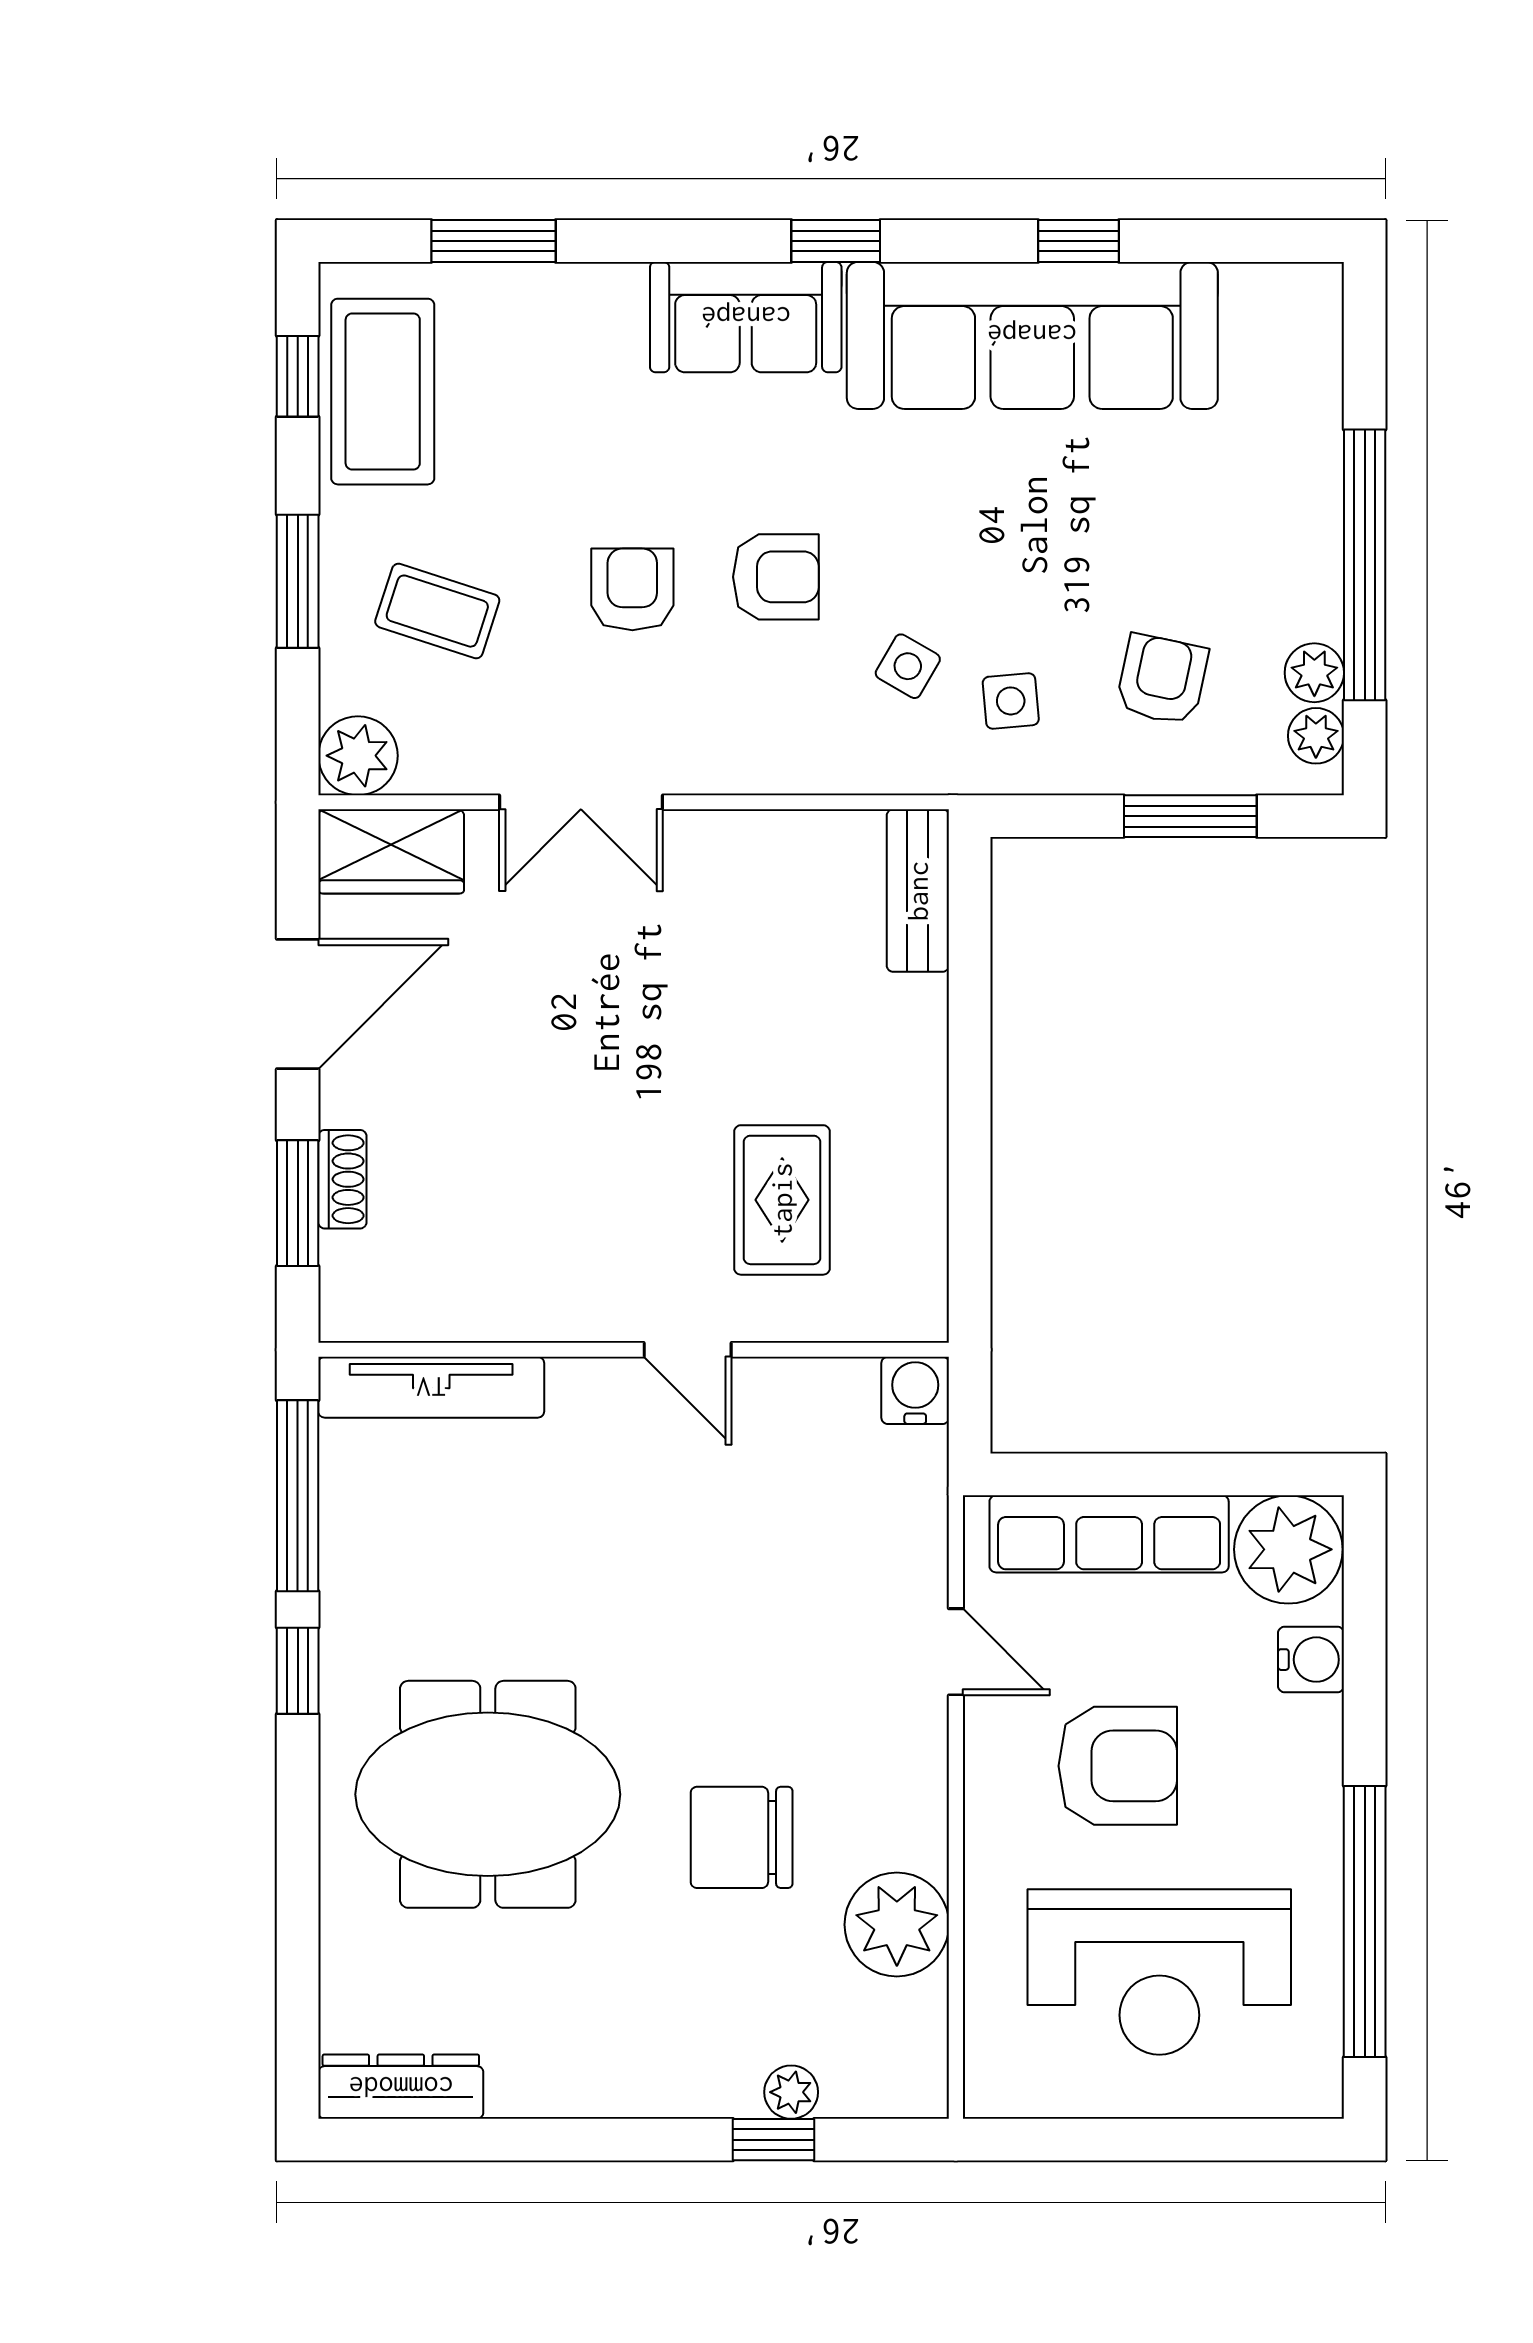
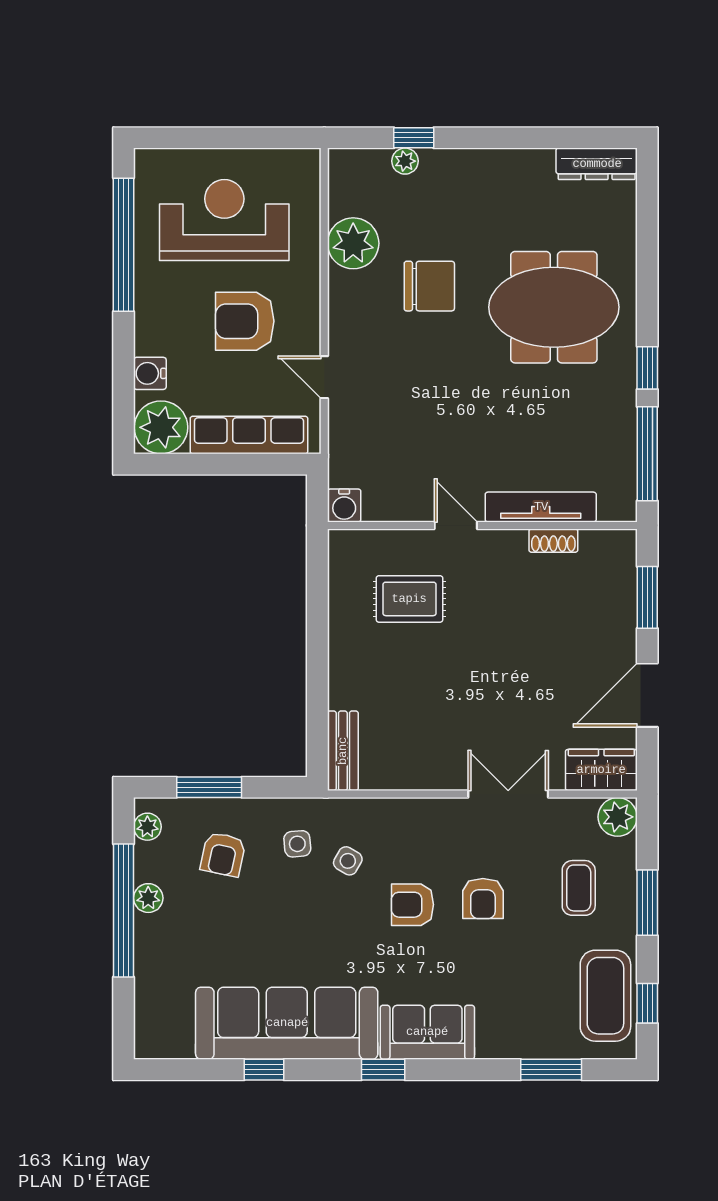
coffee table: (437, 611) -> (579, 888), turned 72
plant: (1314, 673) -> (148, 898), moved
shoe rack: (342, 1179) -> (553, 541), moved, turned -90
rug: (782, 1200) -> (409, 599), turned 90
tv unit: (431, 1387) -> (541, 507), moved

